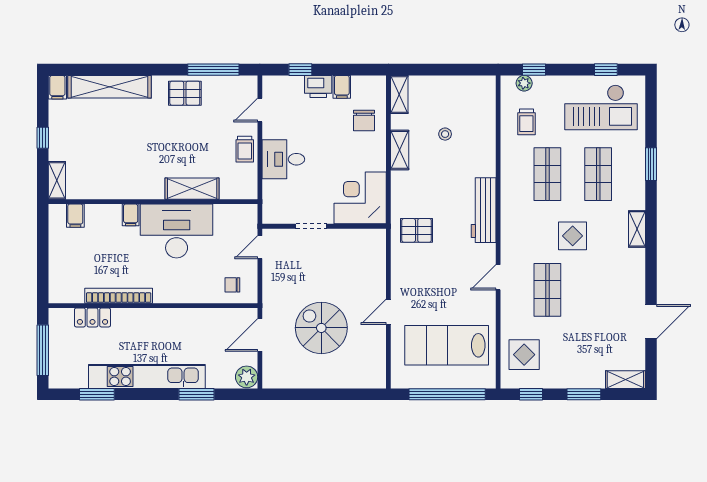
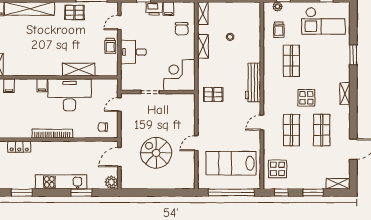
shop shelf: (598, 174) -> (322, 130), moved
bookcase: (119, 296) -> (52, 134), moved
kitchen unit: (147, 376) -> (61, 182), width x0.73

